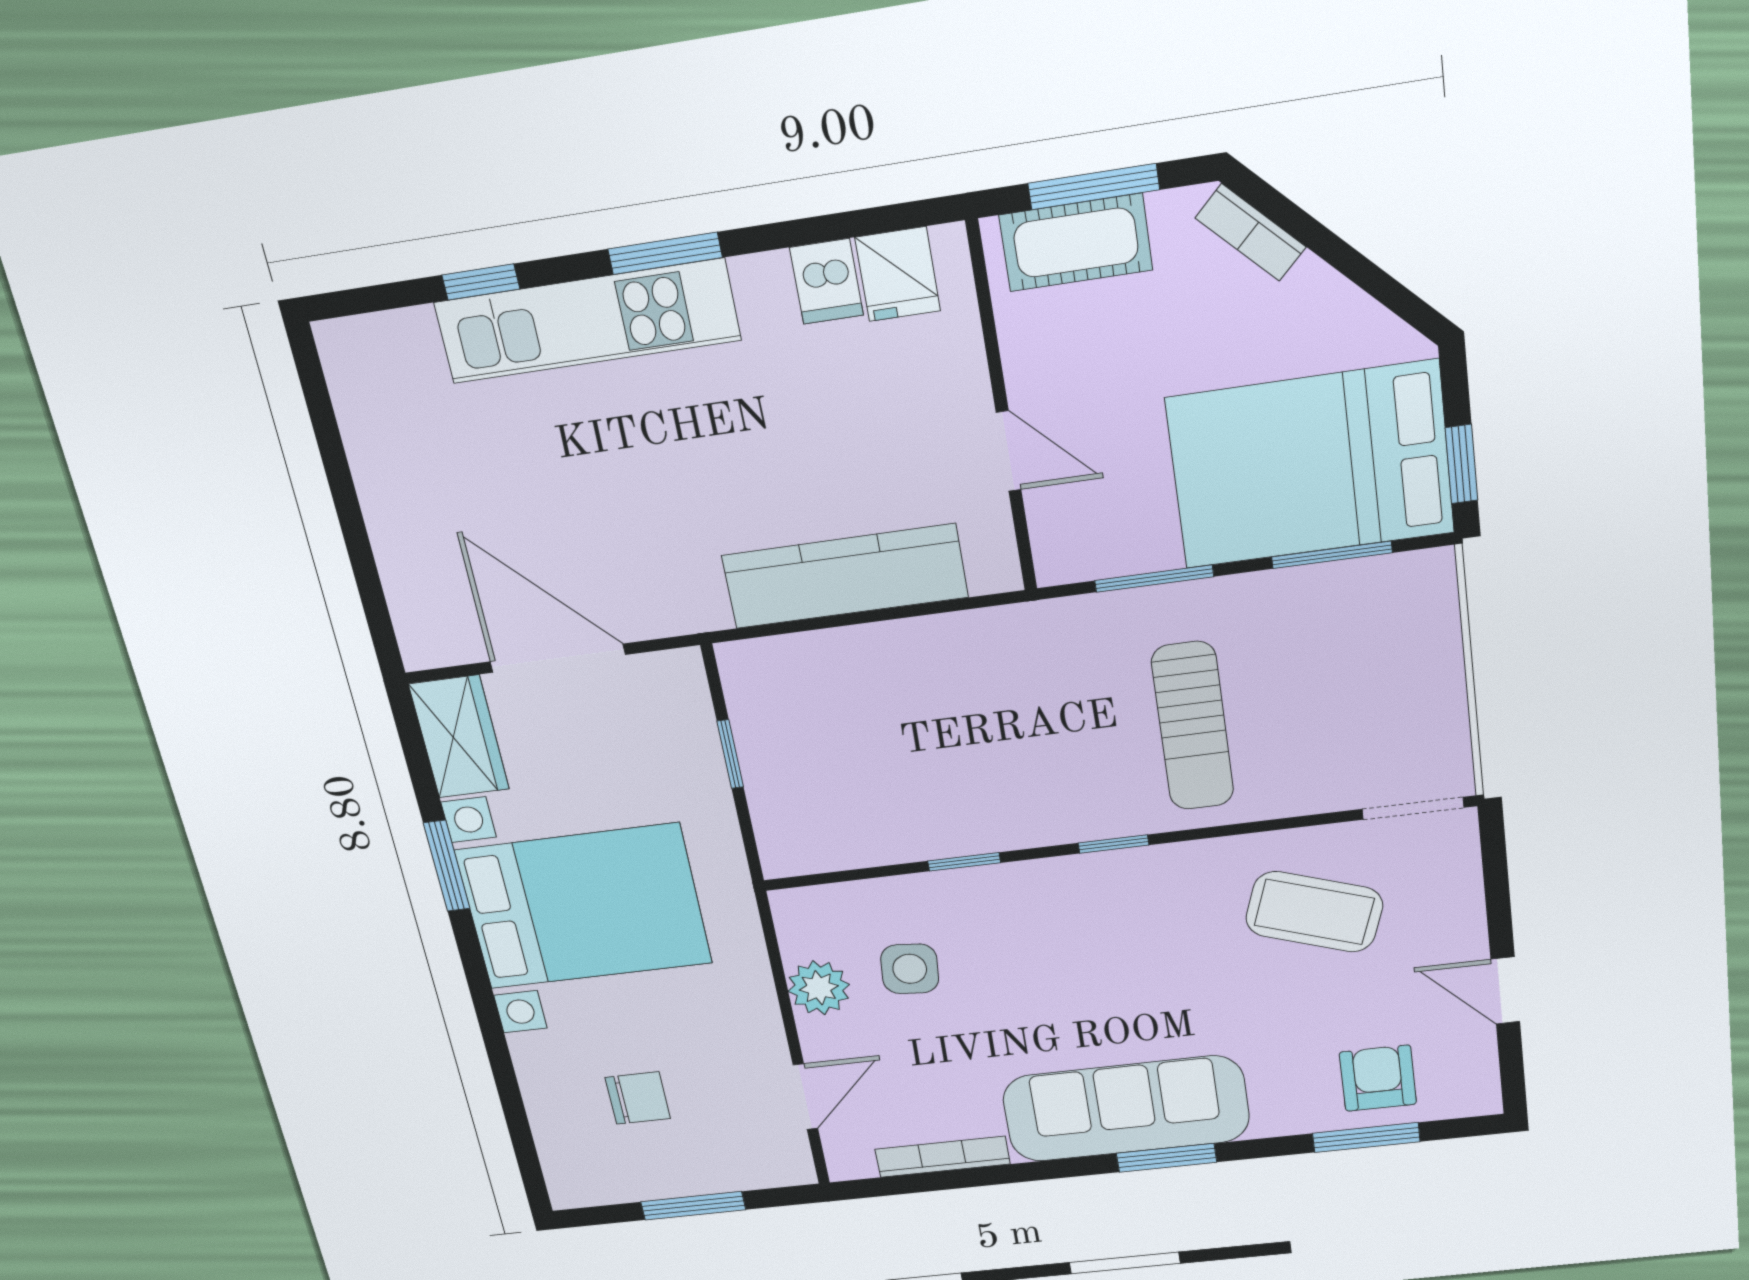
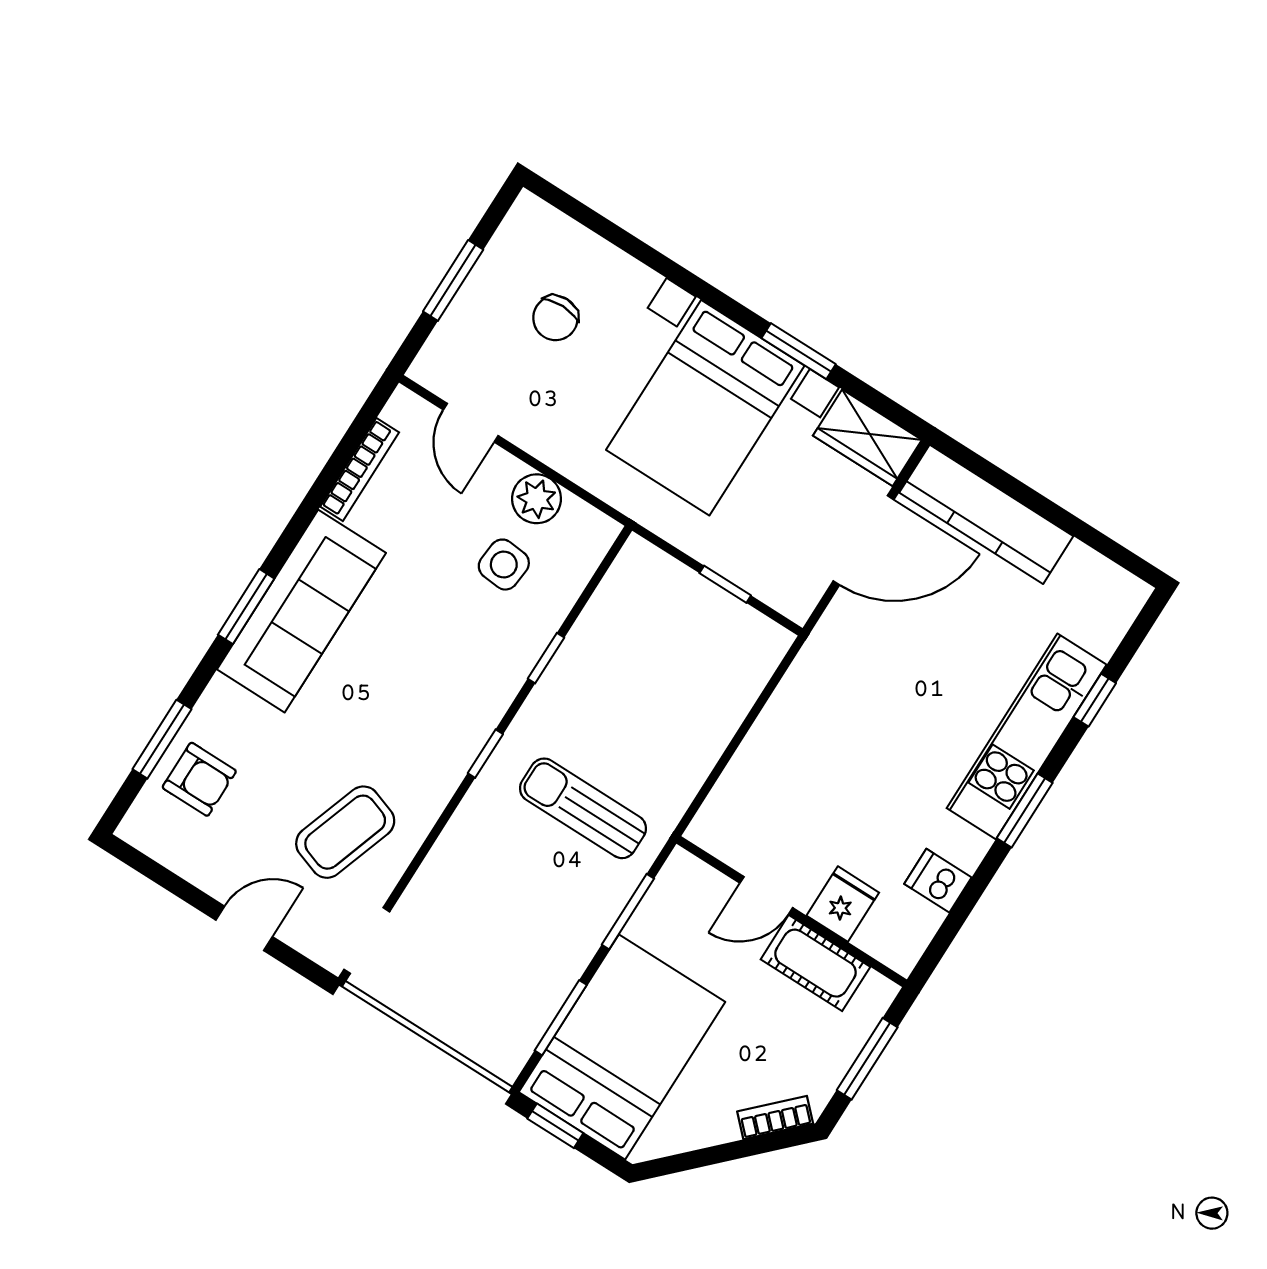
cot: (1076, 243) -> (815, 963), moved, turned 90
fridge: (898, 274) -> (843, 904), moved, turned 90
kitchen counter: (845, 576) -> (986, 514), moved, turned 90
sun lounger: (1193, 726) -> (583, 808), moved
door: (1505, 991) -> (244, 928), moved

